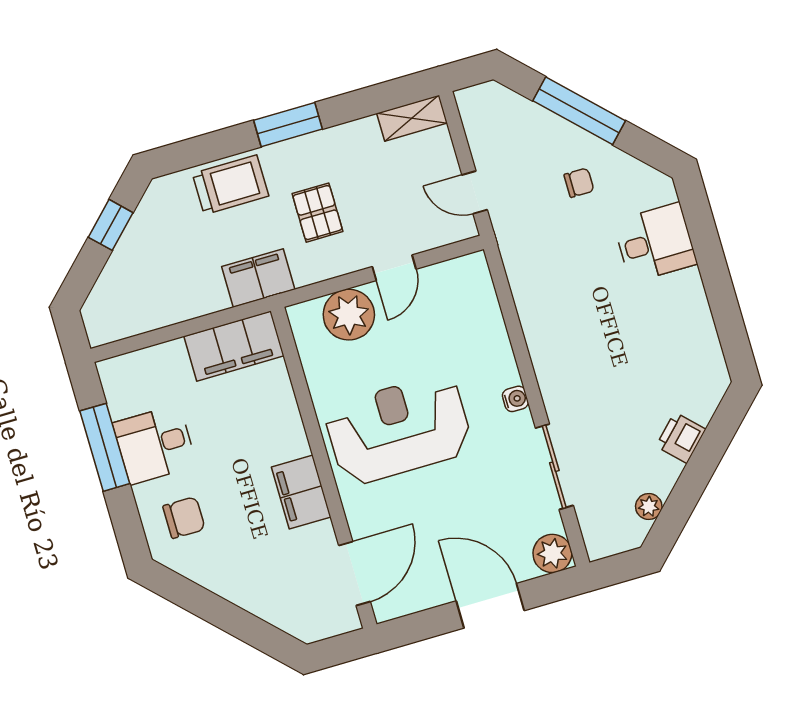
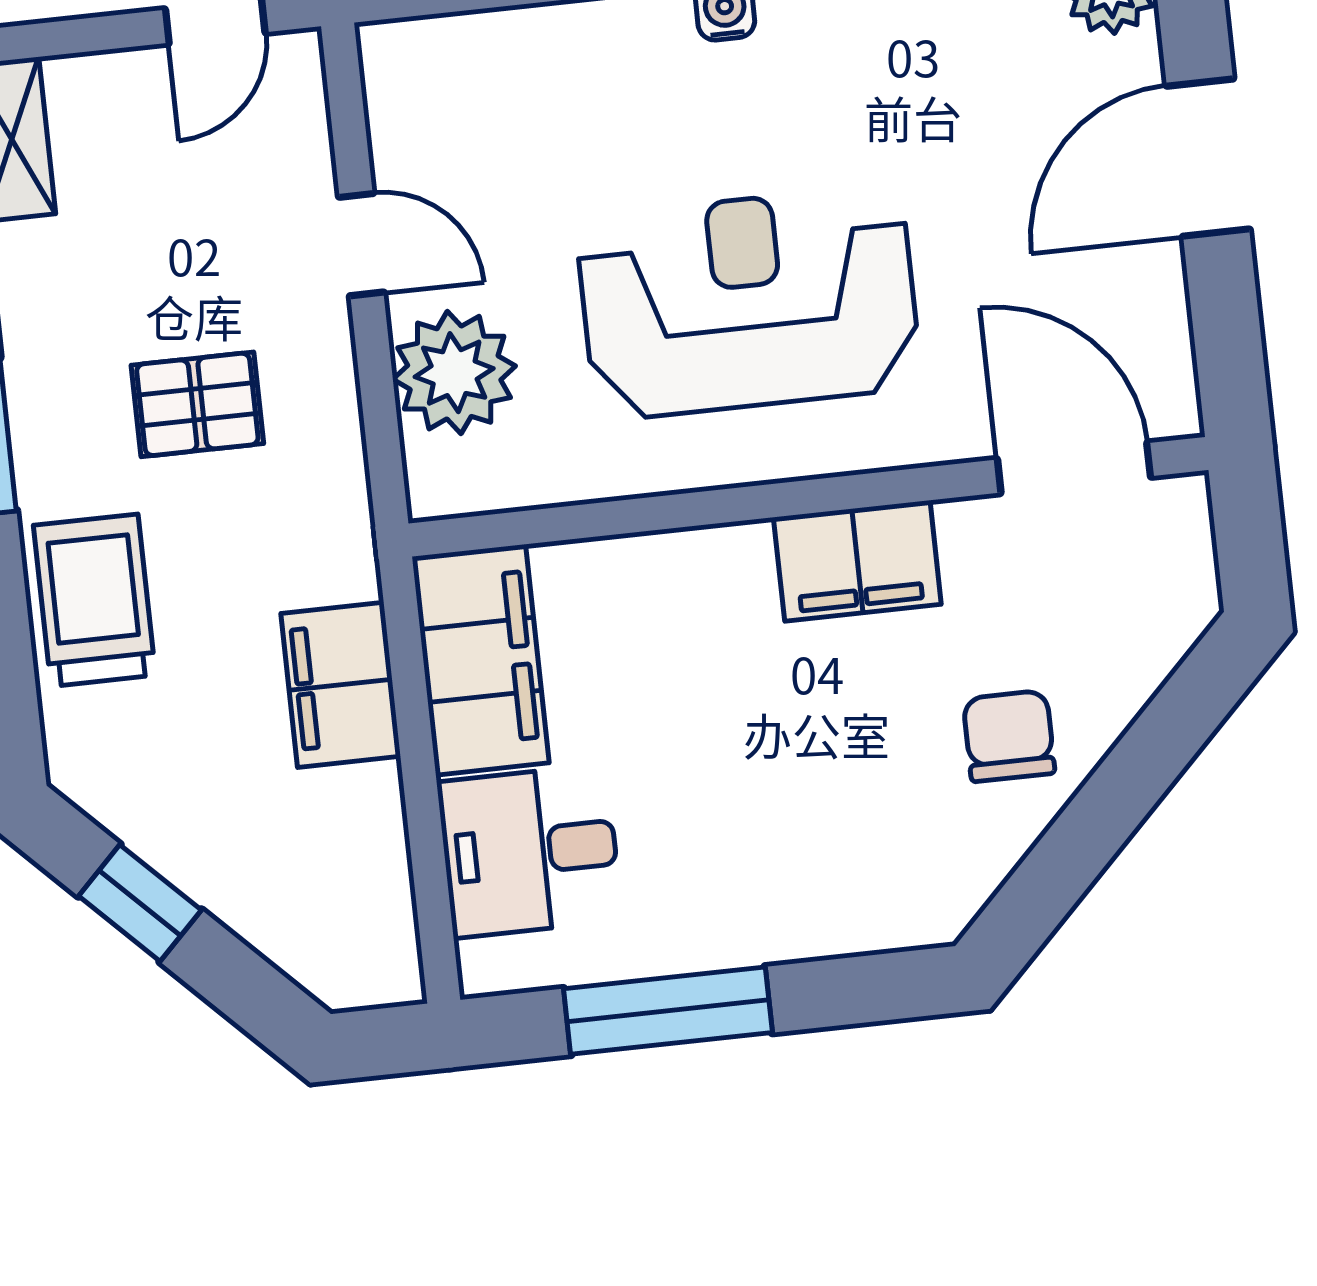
filing cabinet: (258, 278) -> (341, 685), moved
reception desk: (398, 429) -> (749, 302), turned 90
desk: (155, 444) -> (530, 851), moved, turned 90
chair: (184, 518) -> (1009, 736), moved

